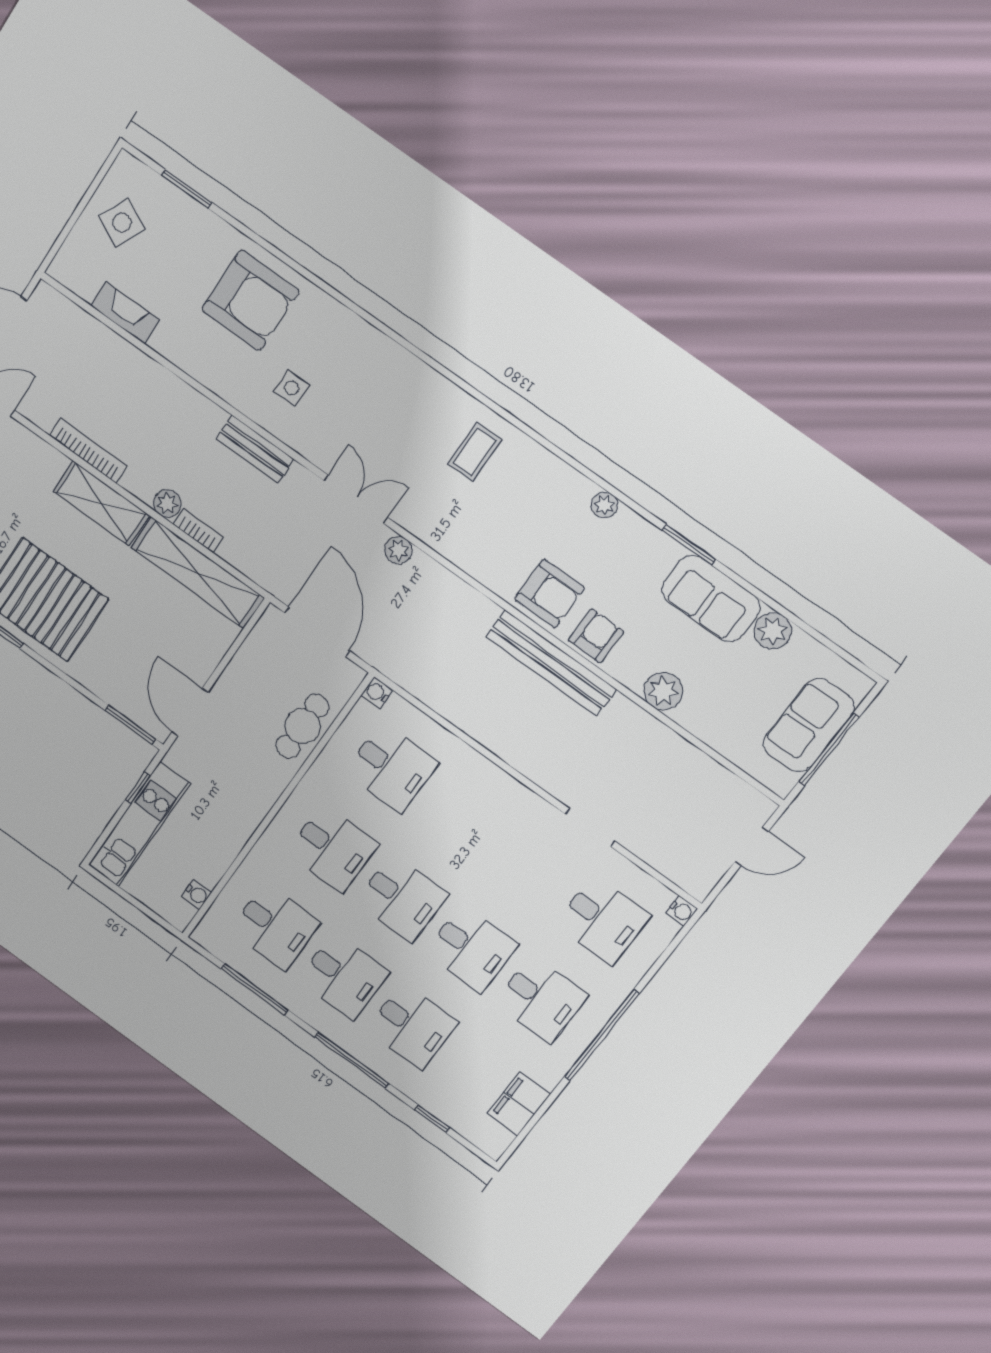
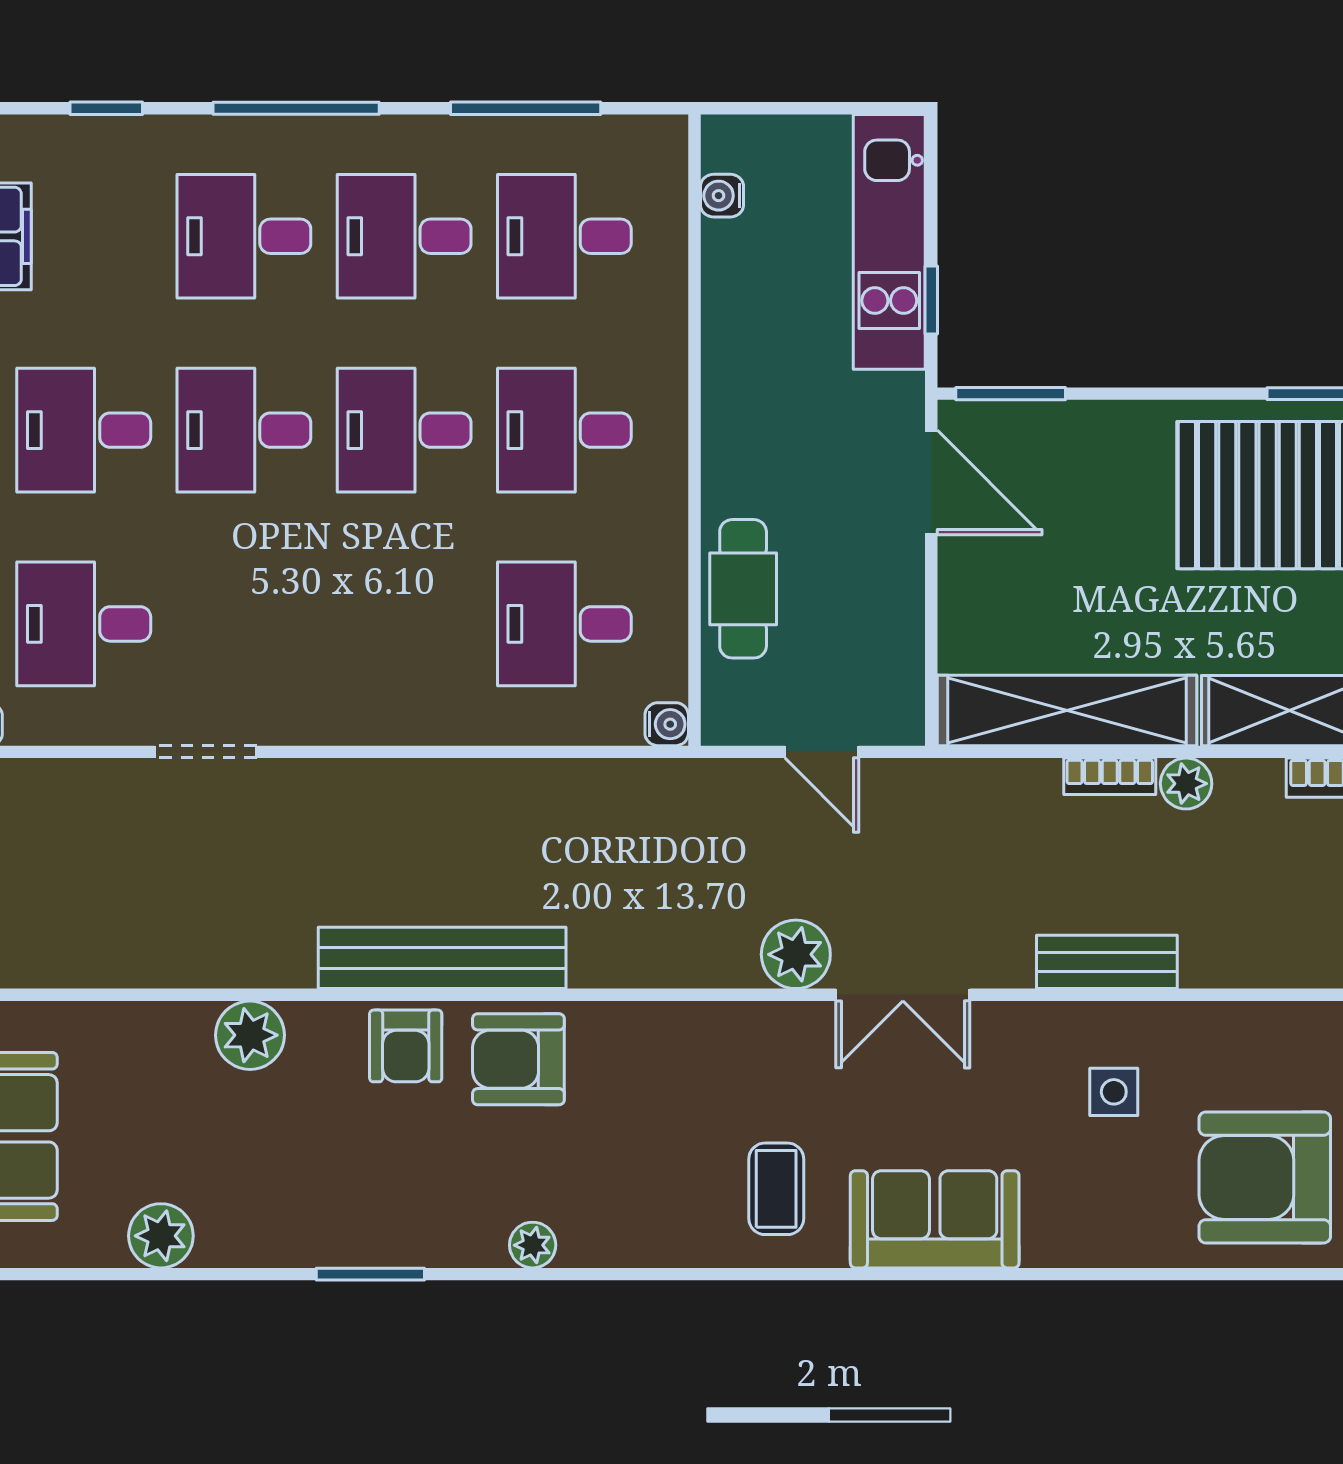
plant: (398, 550) -> (796, 954), width x1.38, depth x1.38
sofa: (711, 599) -> (935, 1219), moved
door: (317, 632) -> (822, 752), width x0.53

